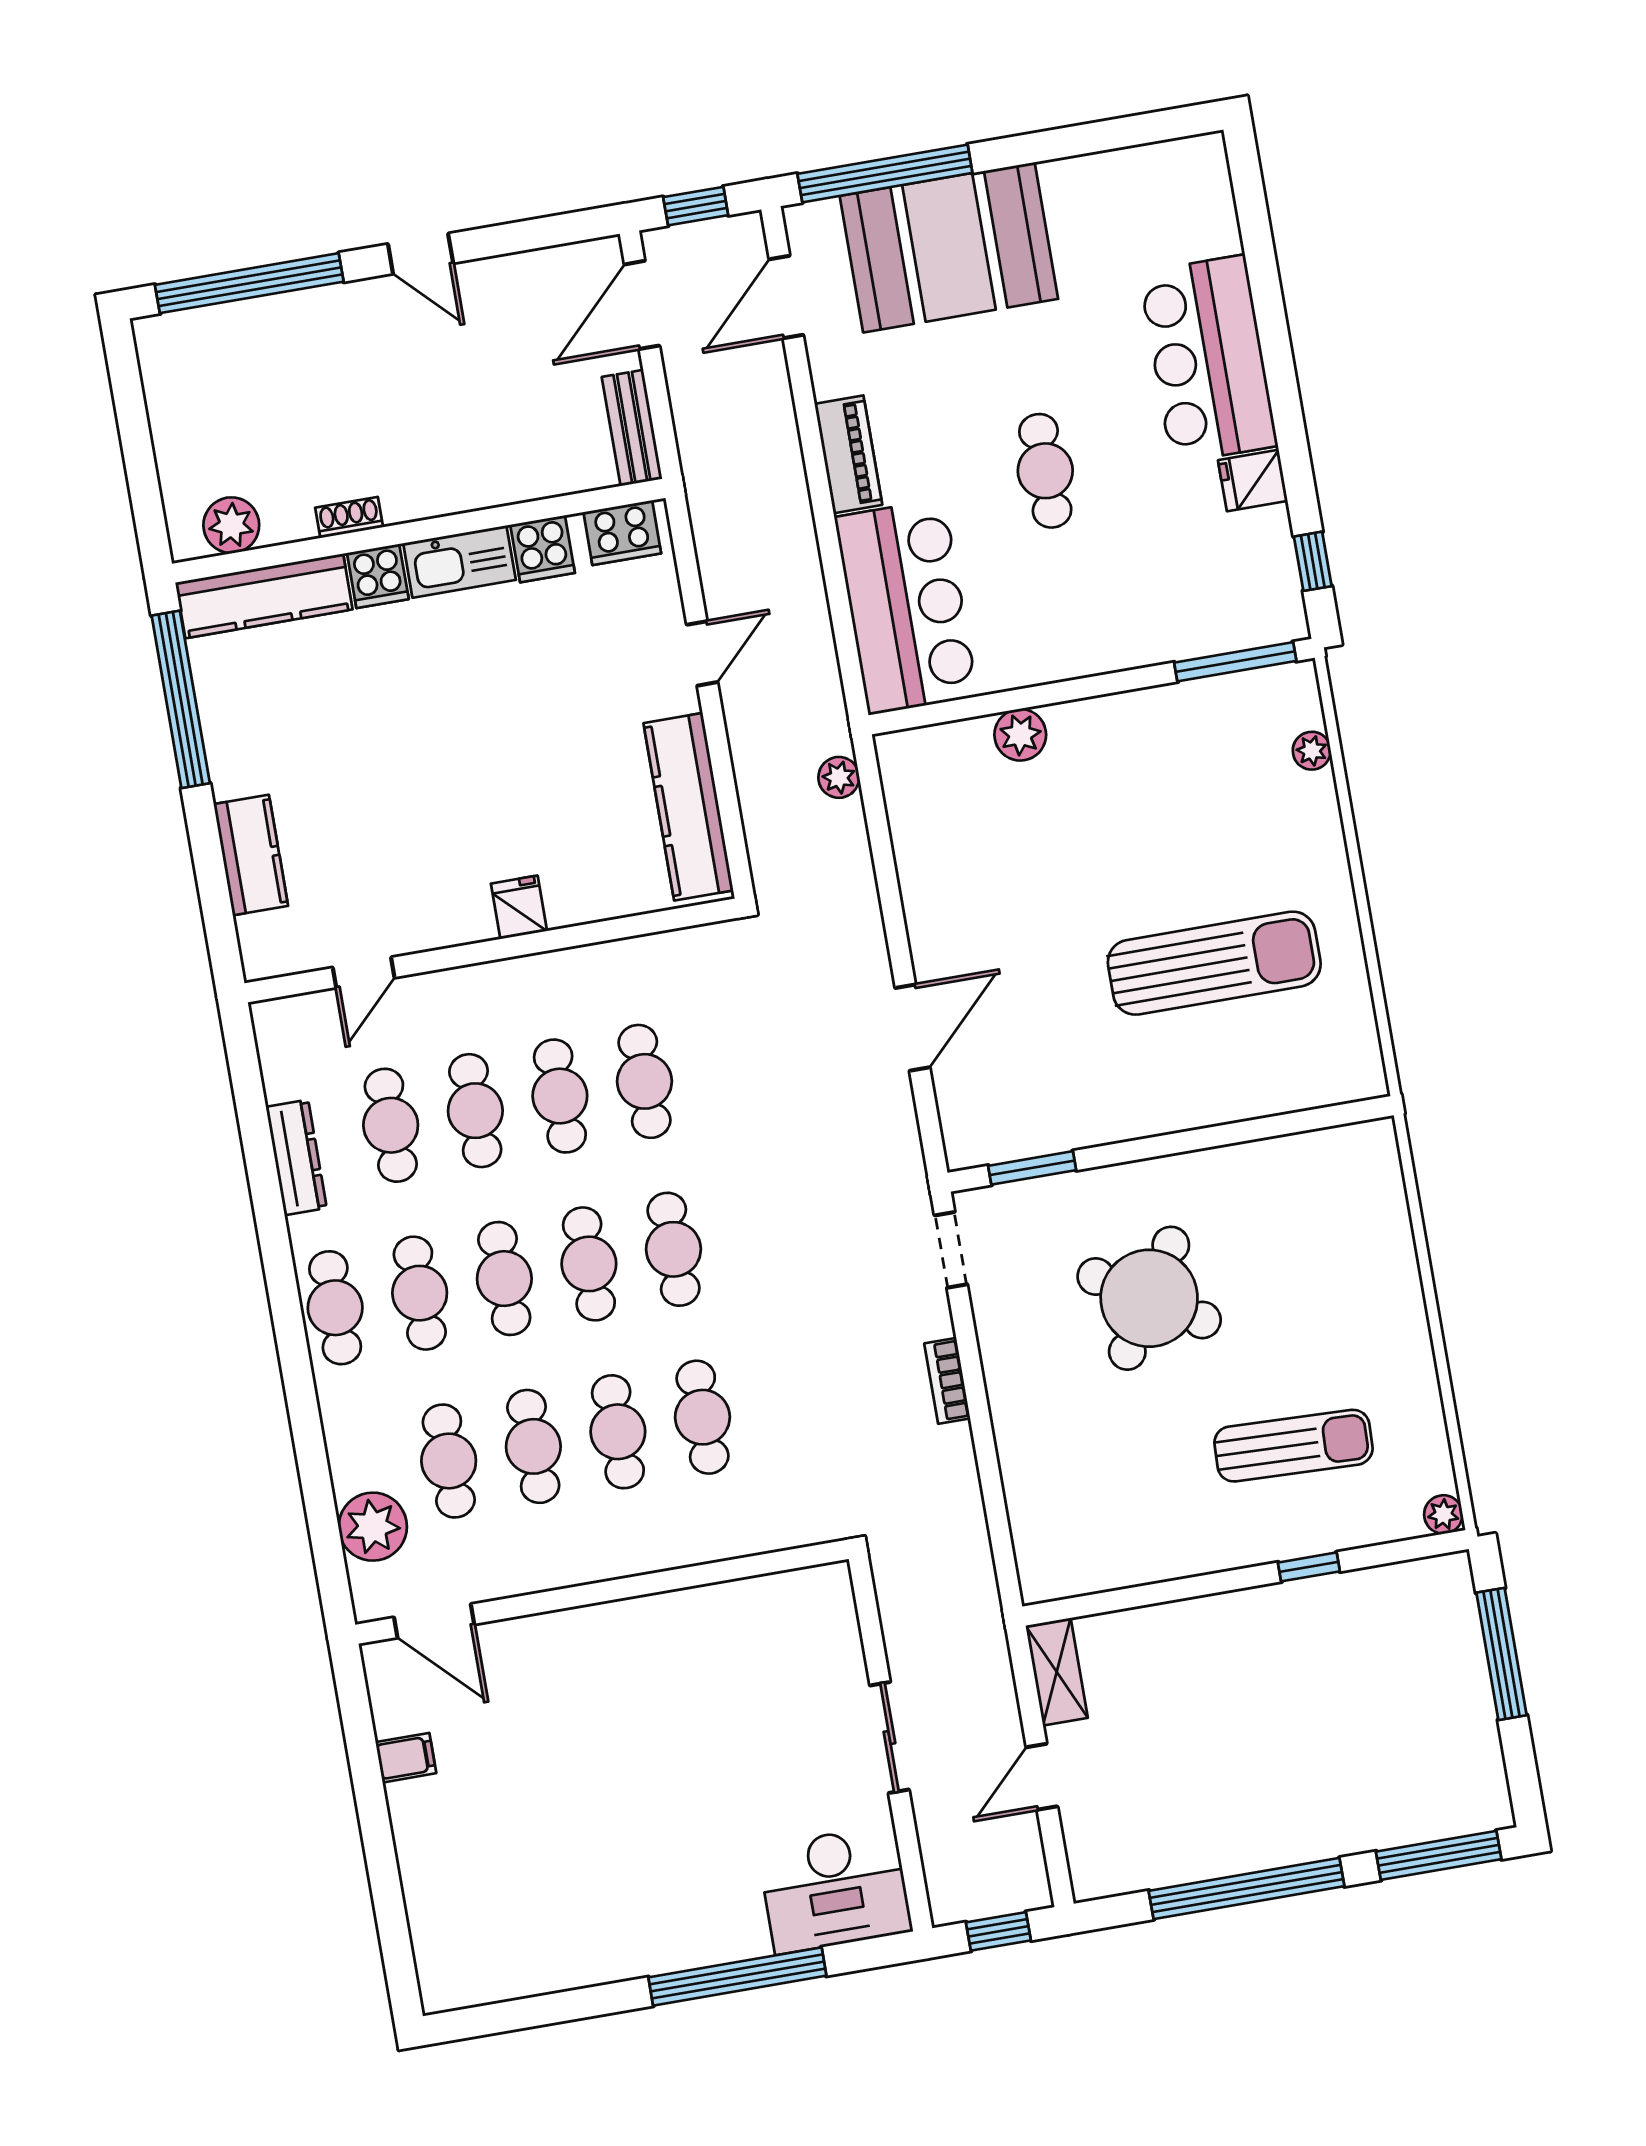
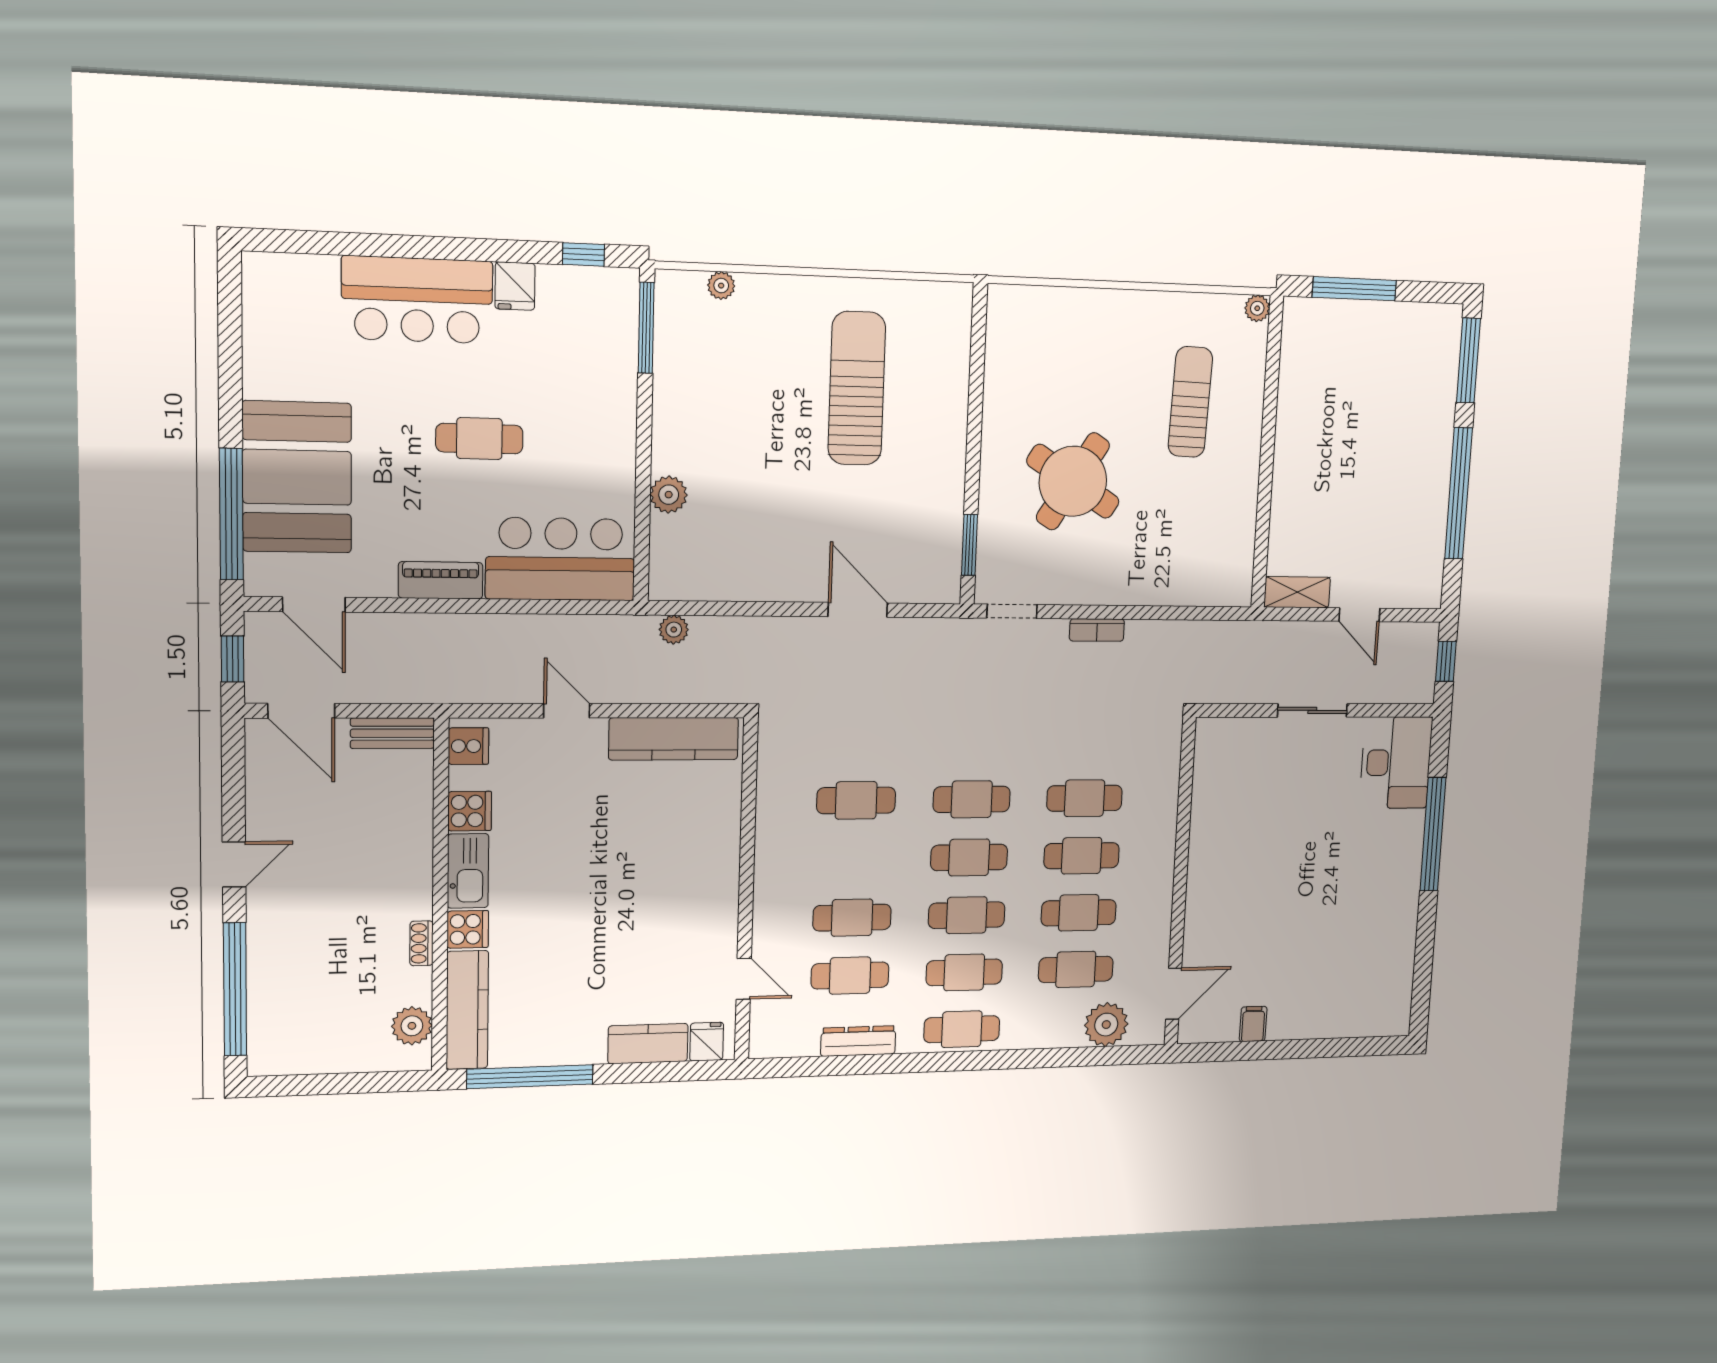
cooker: (622, 533) -> (468, 746), width x0.73
fridge: (519, 907) -> (707, 1042), moved, turned 90
cafe table: (560, 1096) -> (854, 859), removed
window: (1309, 1567) -> (1270, 408), removed

